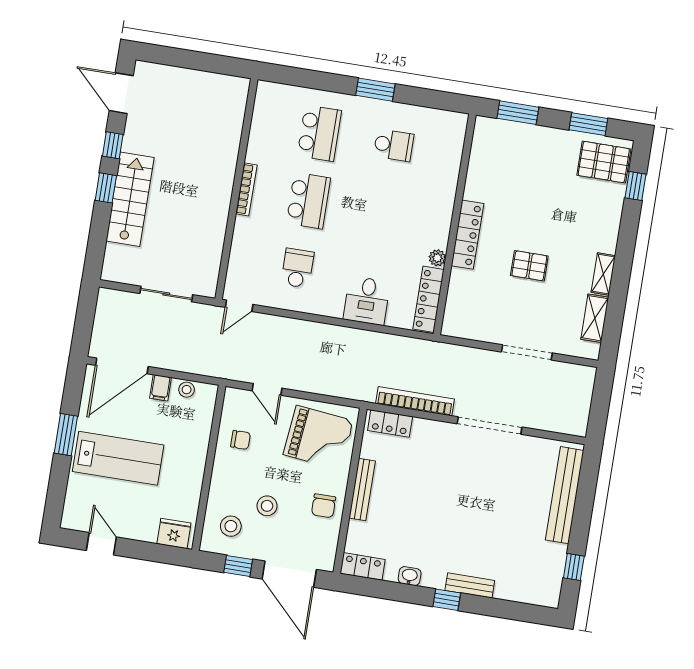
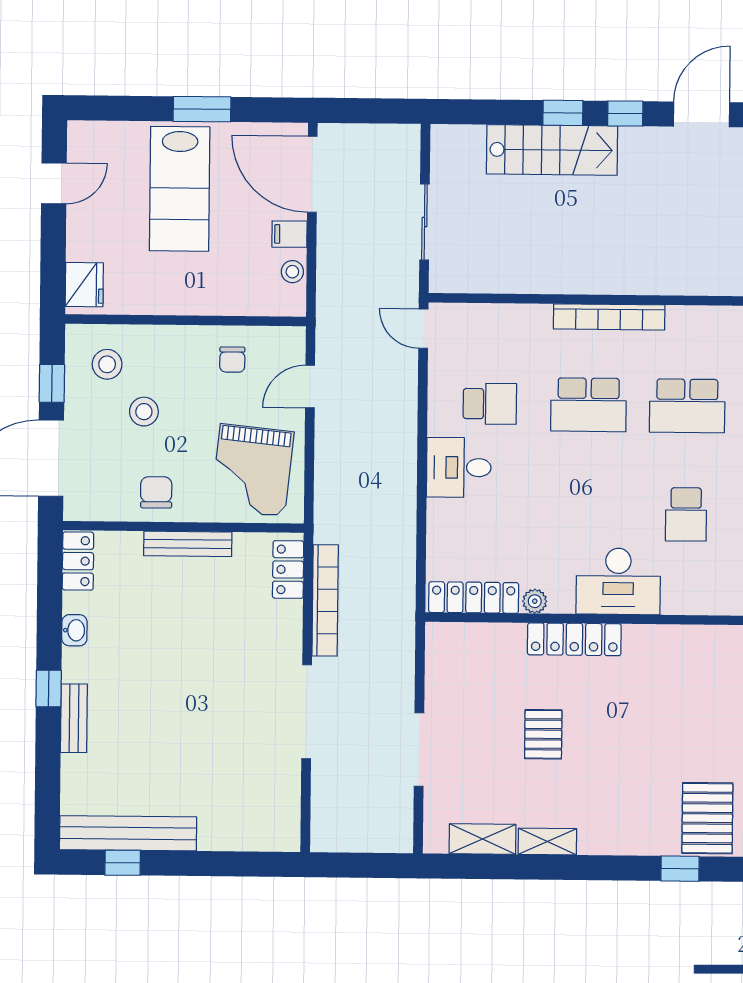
bookcase: (246, 189) -> (609, 317), width x1.48, depth x1.31
desk: (432, 199) -> (618, 581), added
desk: (367, 301) -> (459, 467), moved
bench: (565, 495) -> (128, 833), moved
chair: (324, 506) -> (156, 492), turned 90

